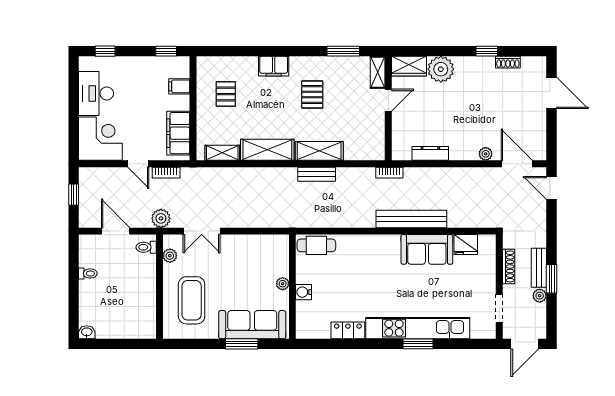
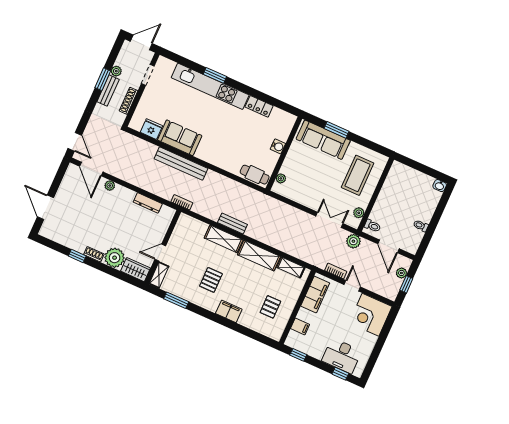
shoe rack: (508, 62) -> (94, 254), moved
desk: (96, 93) -> (342, 356), moved, turned 90
plant: (86, 206) -> (401, 273), added
plant: (283, 284) -> (281, 178), moved

